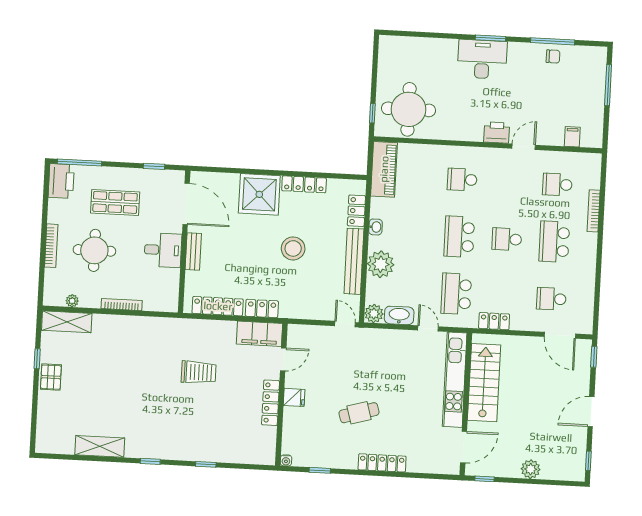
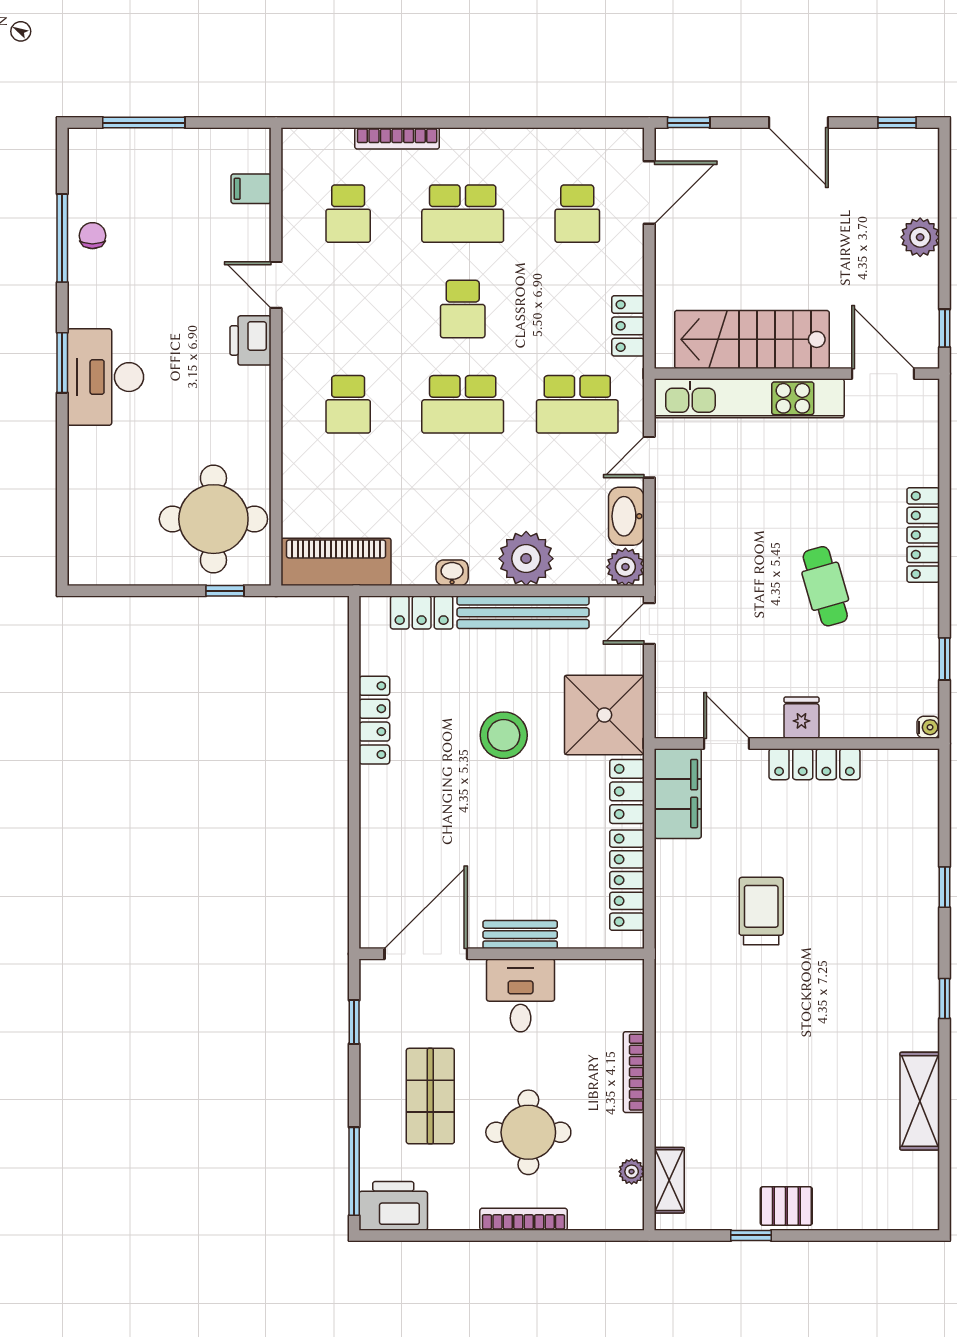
shower: (259, 194) -> (604, 715), moved
shelving: (67, 322) -> (669, 1180), width x0.67, depth x0.75

